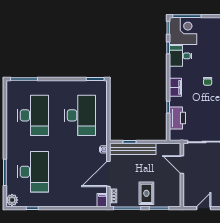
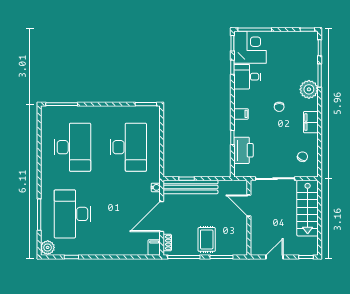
filing cabinet: (175, 87) -> (241, 114), width x0.50
desk: (33, 172) -> (72, 214), turned 180

